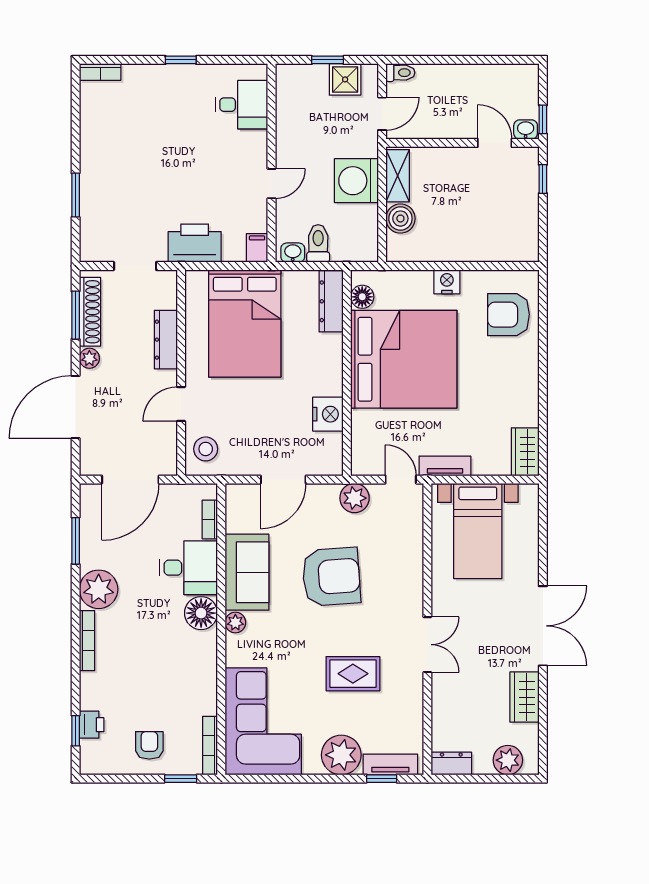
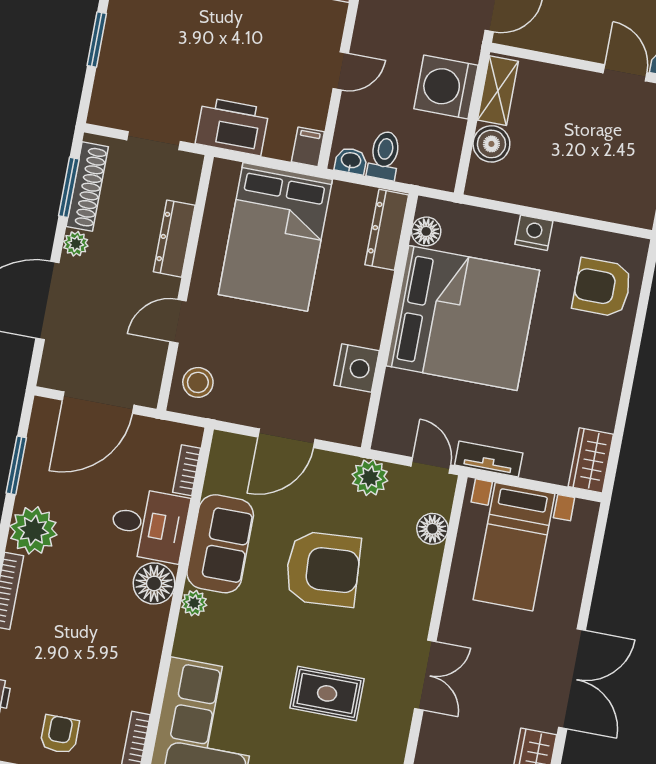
floor lamp: (411, 529) -> (432, 529), added

